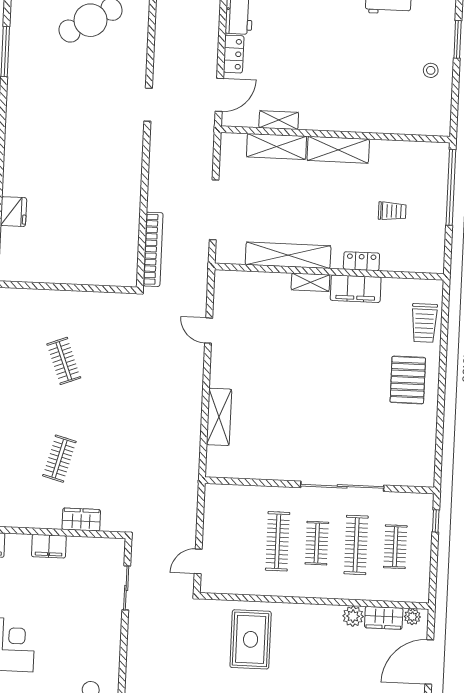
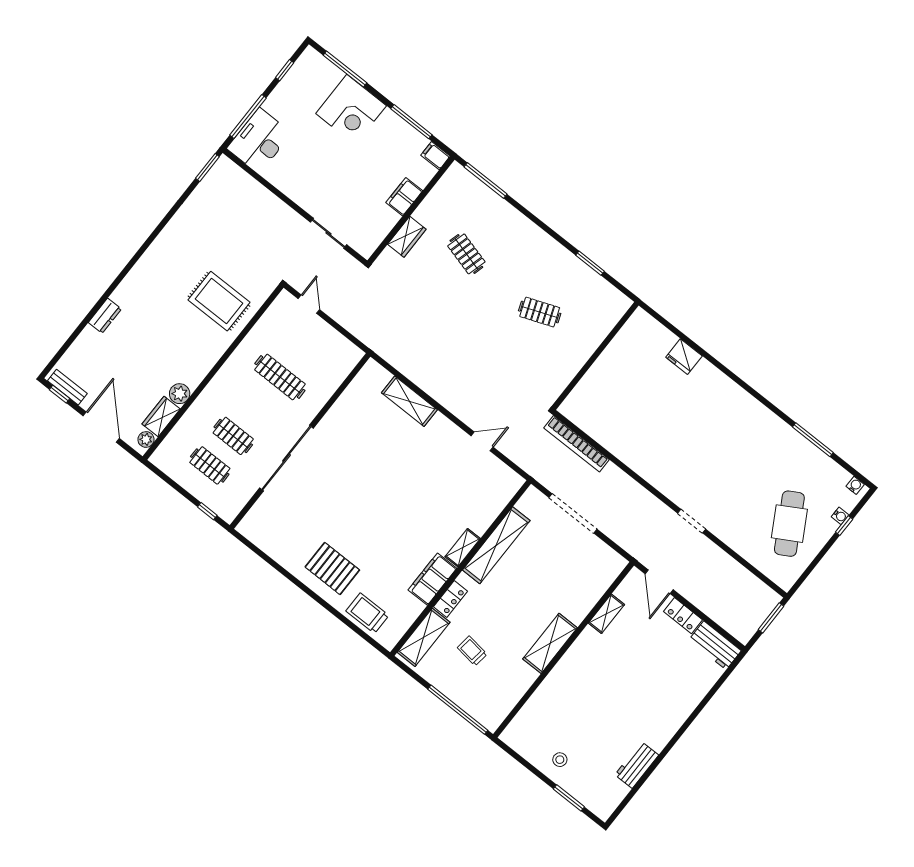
shelving: (276, 146) -> (424, 637), moved
trolley: (392, 211) -> (472, 651), turned 97
clothes rail: (317, 543) -> (257, 406), removed
clothes rail: (356, 545) -> (233, 436), width x0.73

